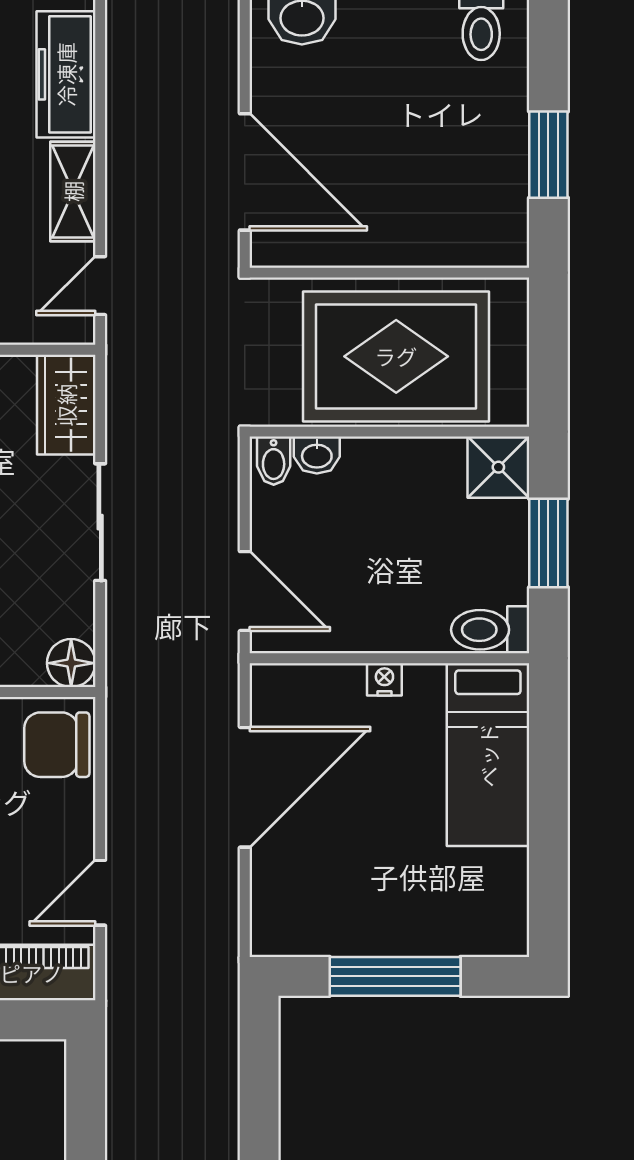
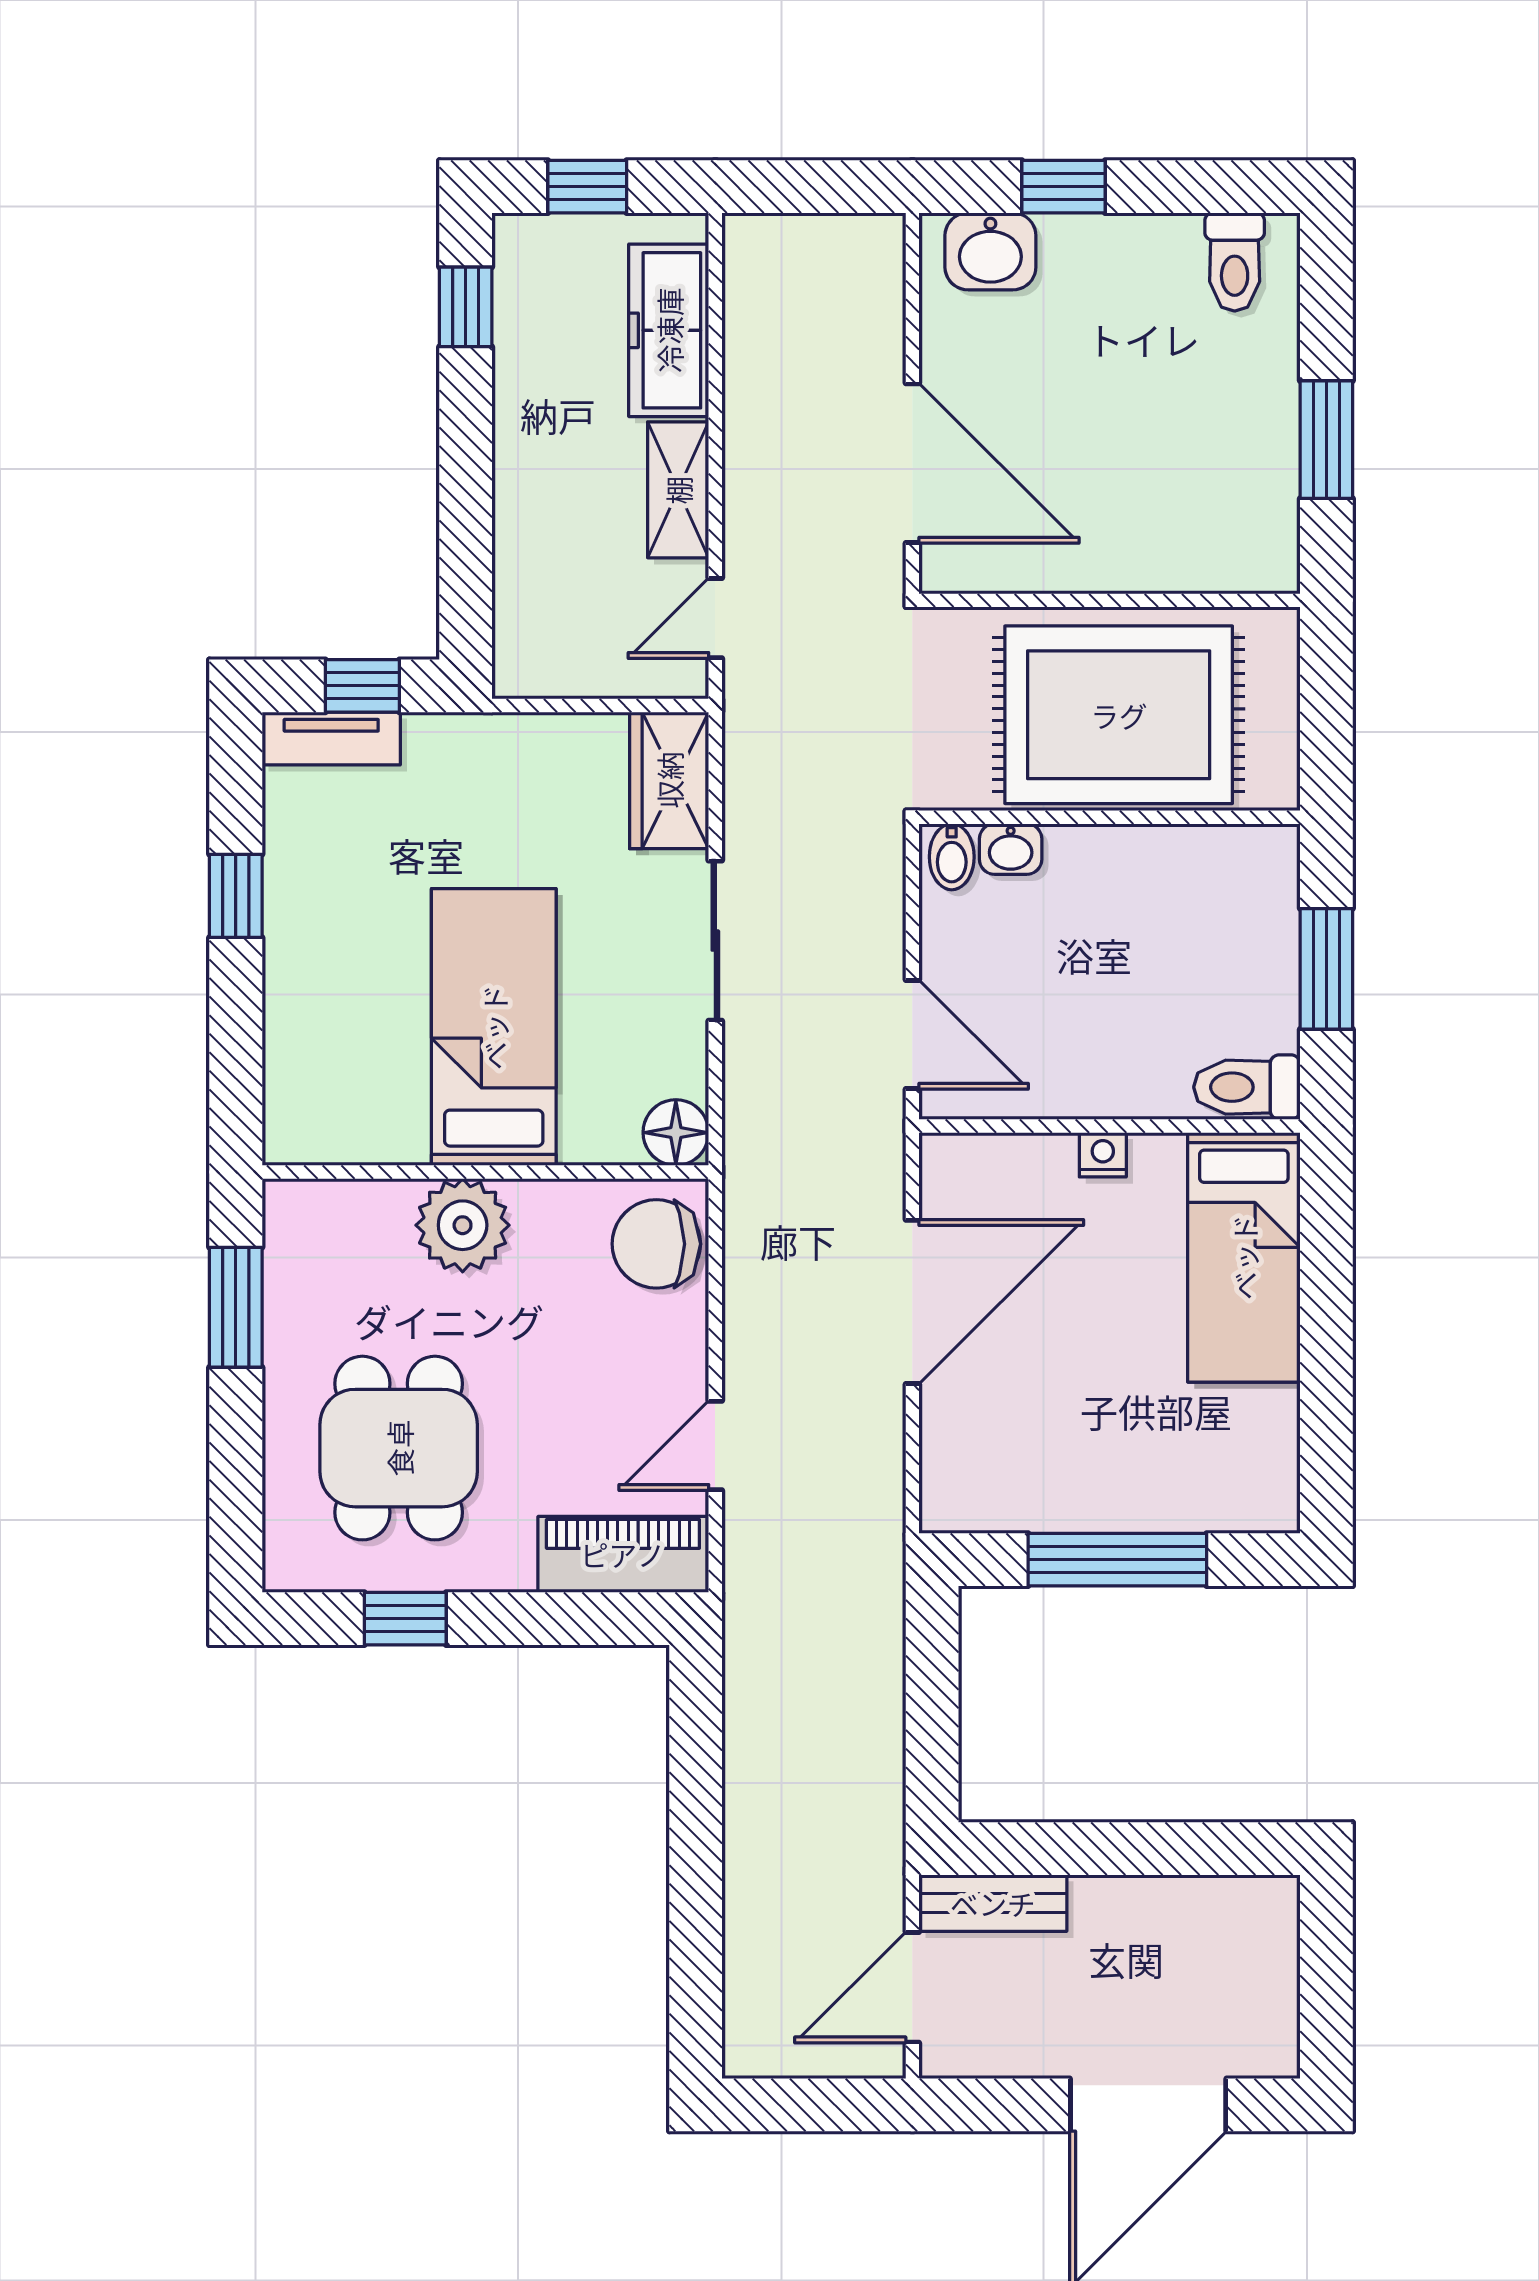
shower: (498, 467) -> (1258, 866), removed

